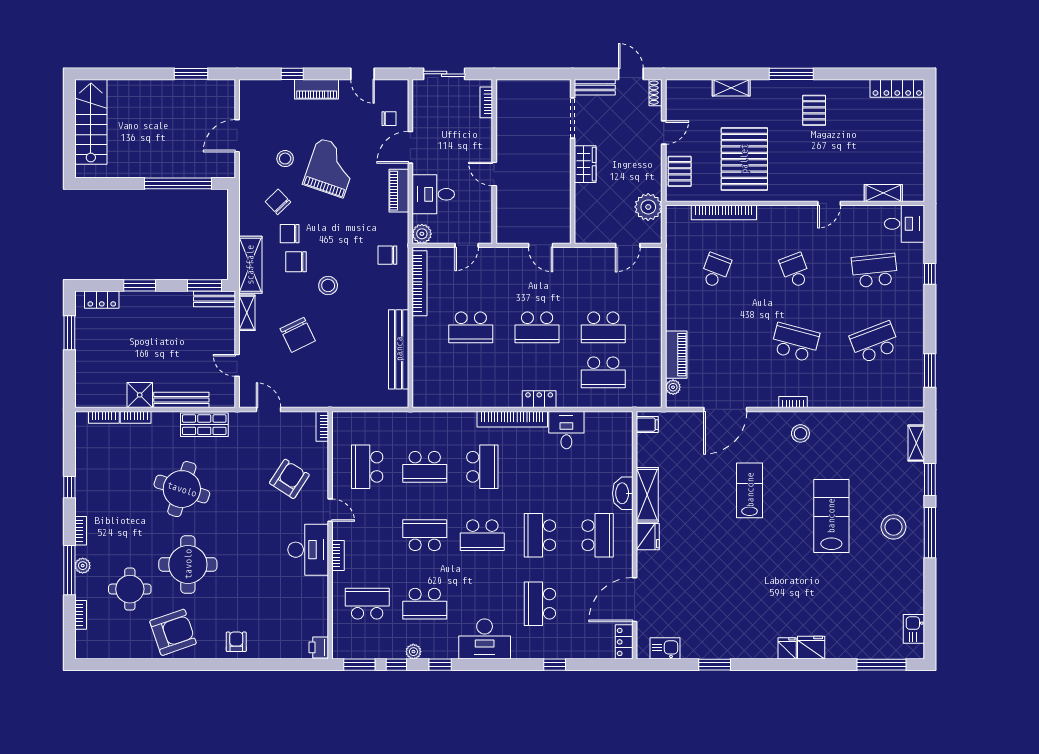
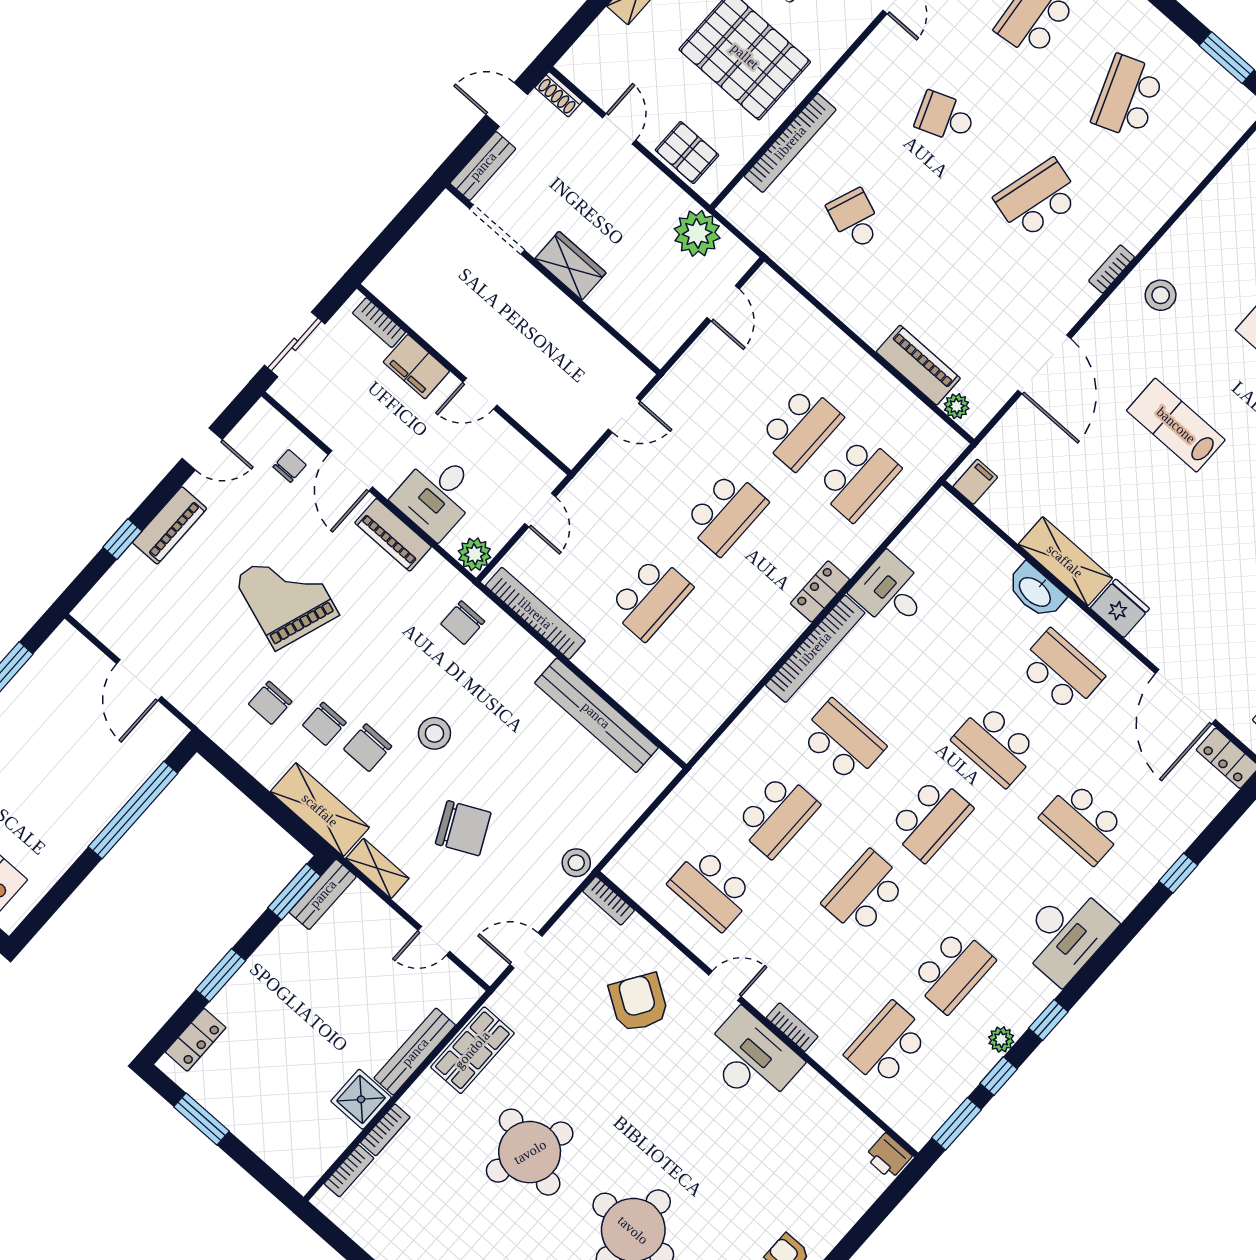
filing cabinet: (481, 136) -> (416, 367), added
stool: (285, 159) -> (576, 863), moved
chair: (278, 202) -> (270, 703), turned -46

